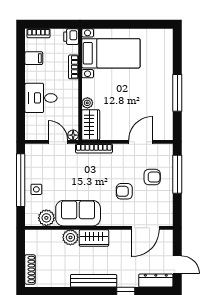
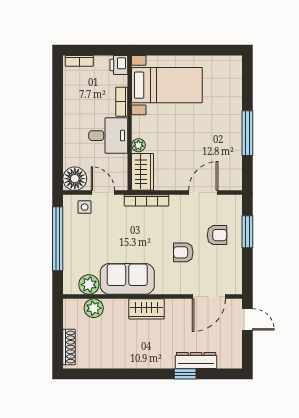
filing cabinet: (34, 58) -> (74, 91), removed
desk: (41, 98) -> (108, 136), moved, turned 180
floor lamp: (73, 135) -> (75, 179), moved, width x1.89, depth x1.89
window: (177, 174) -> (247, 232), width x0.69
side table: (36, 189) -> (85, 207), moved
plant: (70, 237) -> (94, 308), moved
door: (177, 265) -> (247, 319), moved
bench: (94, 281) -> (146, 361), removed
dresser: (156, 281) -> (196, 360), moved

